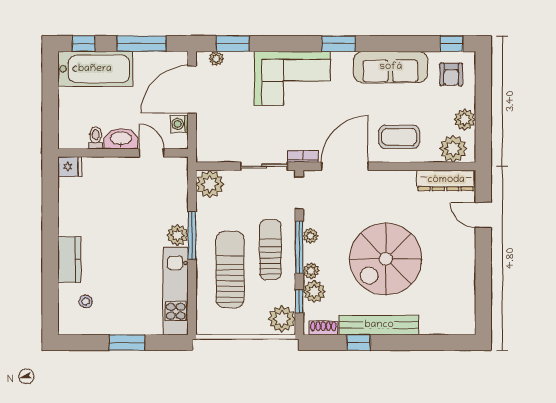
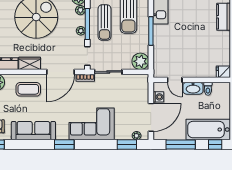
wardrobe: (397, 181) -> (30, 63), added
plant: (178, 235) -> (159, 31), removed

